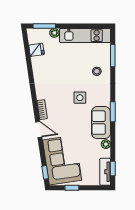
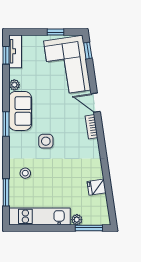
fridge: (36, 50) -> (97, 187), moved

